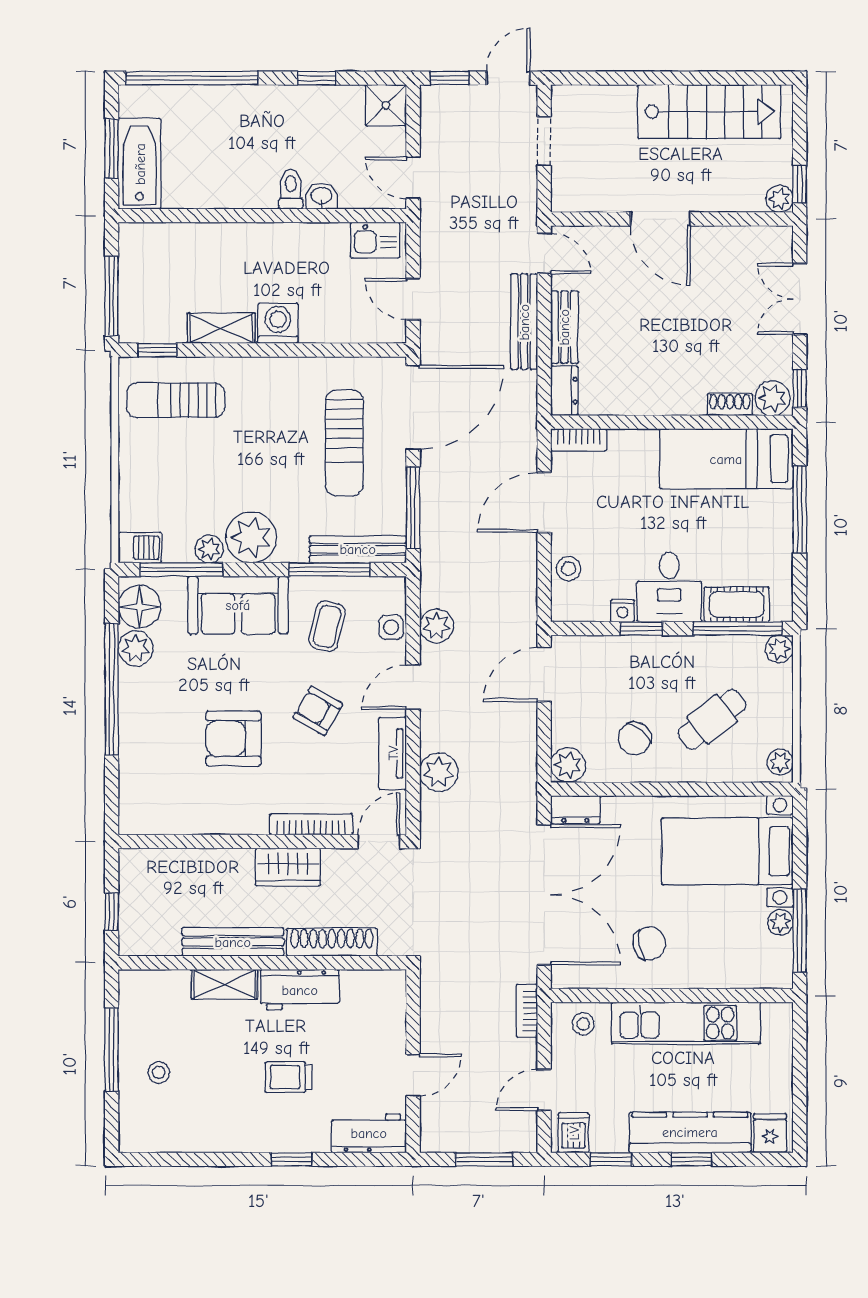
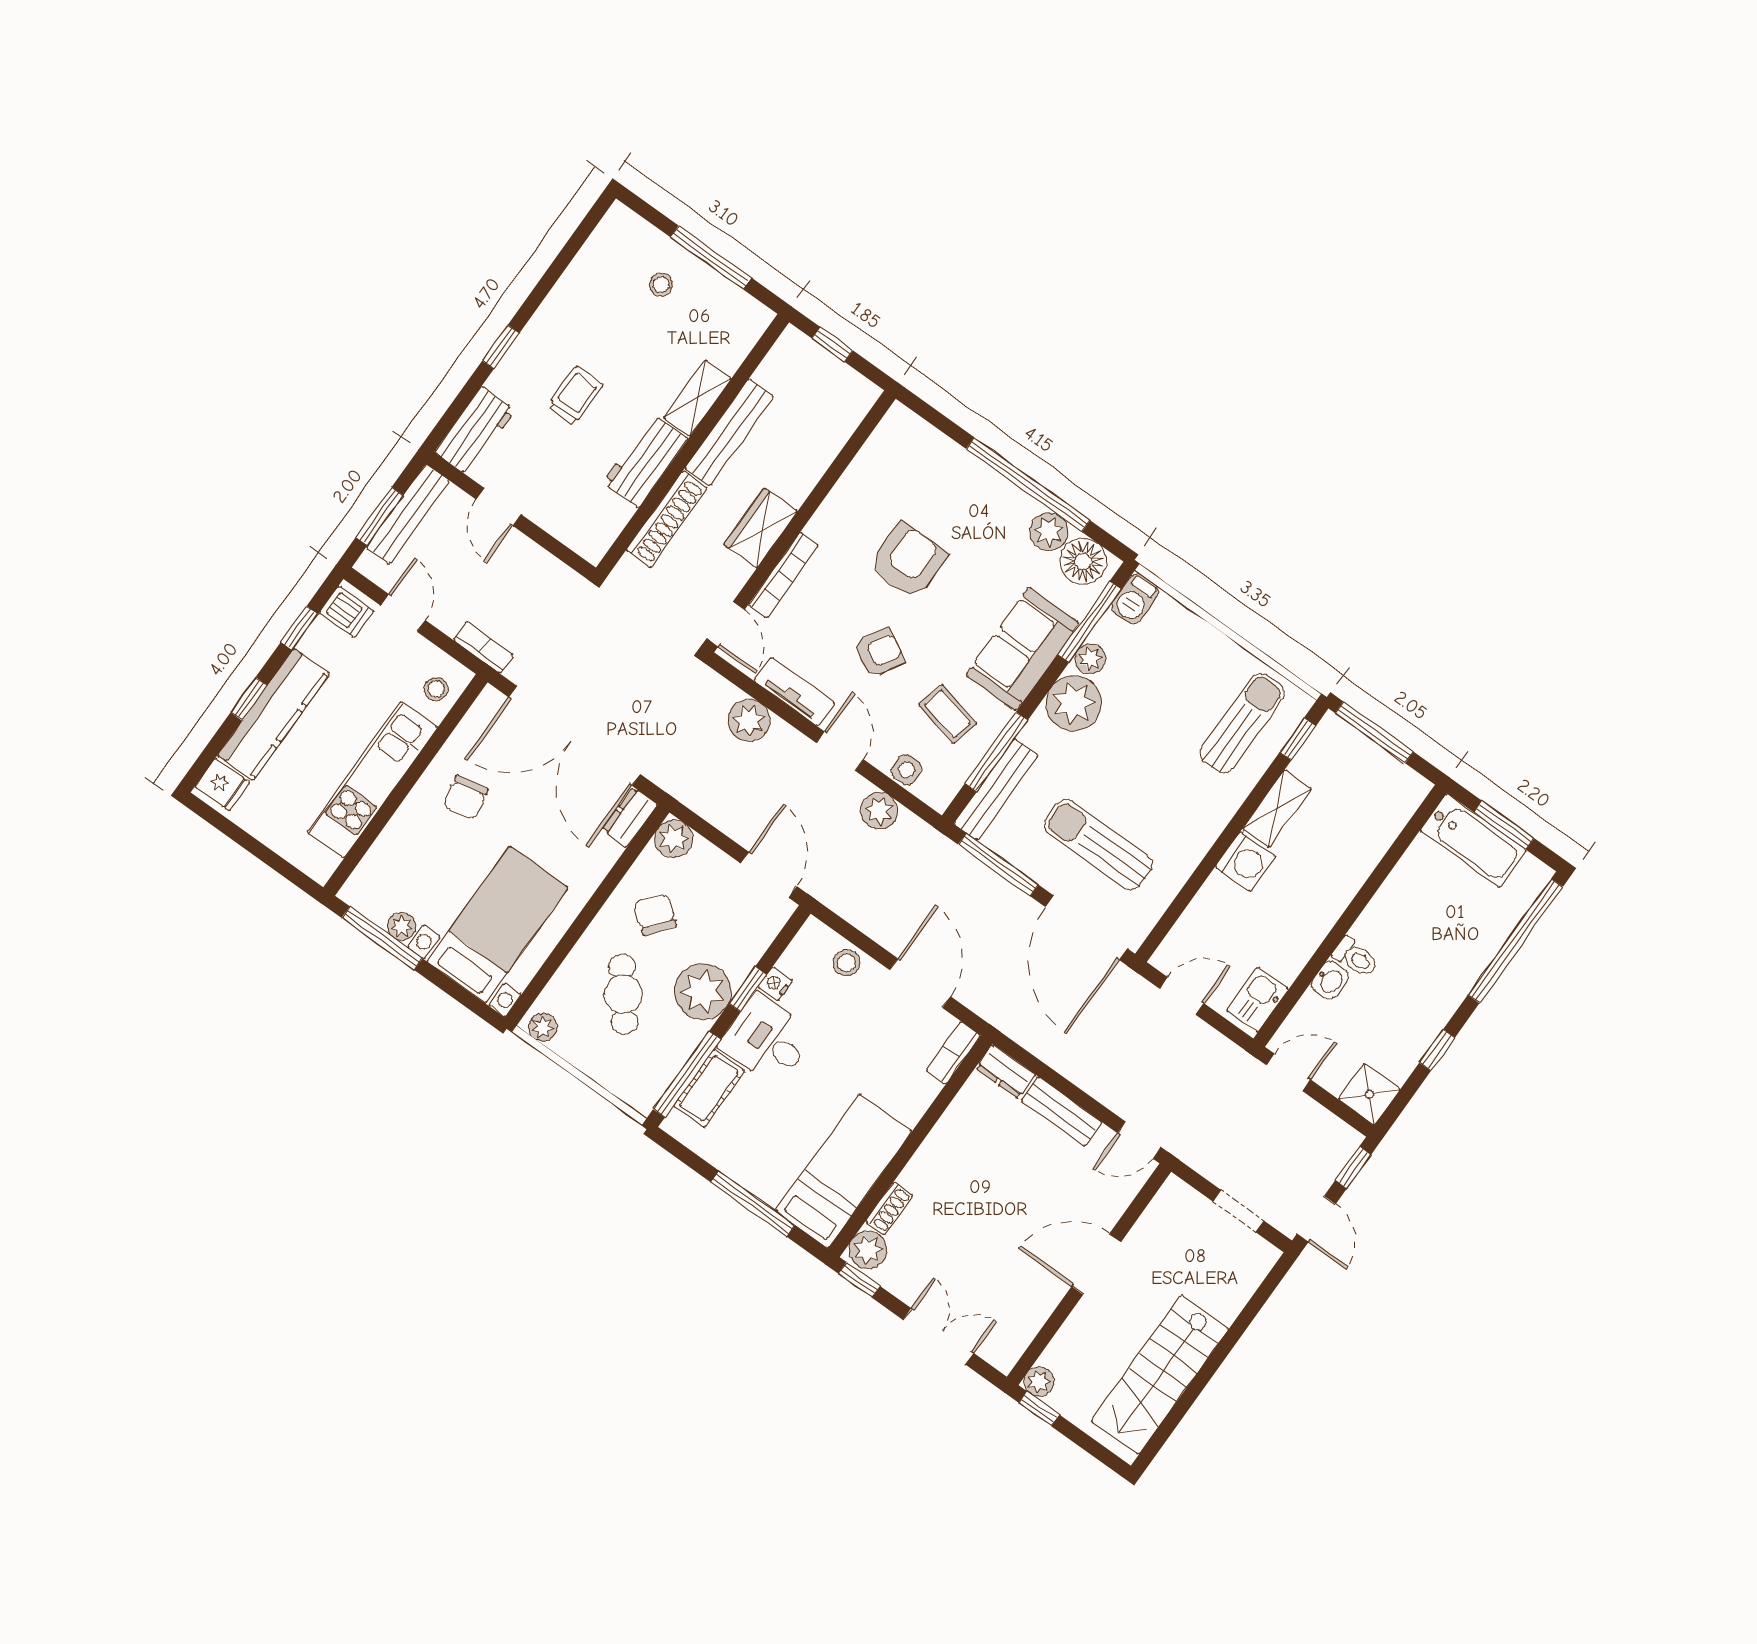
bench: (524, 322) -> (408, 514), moved, turned 90
plant: (779, 649) -> (703, 991), moved, width x1.88, depth x1.88

